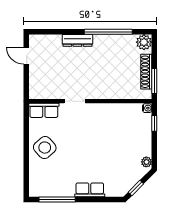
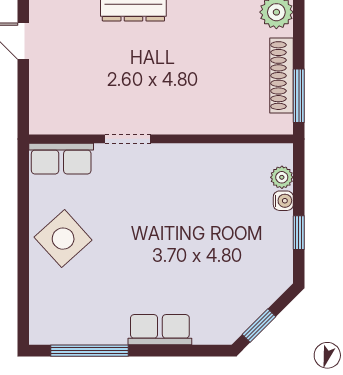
water cooler: (147, 108) -> (283, 201), moved
window: (154, 123) -> (299, 233), moved
plant: (146, 162) -> (282, 177), moved

